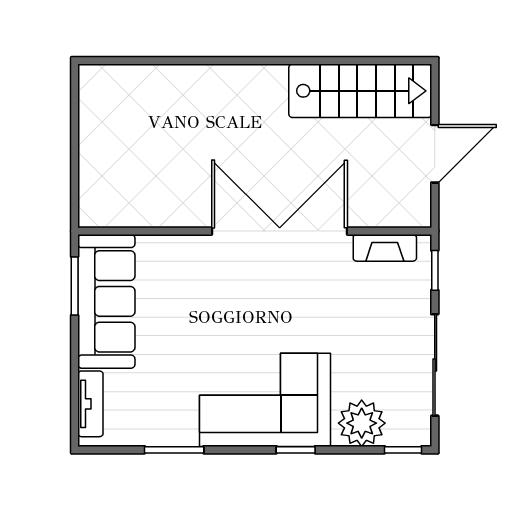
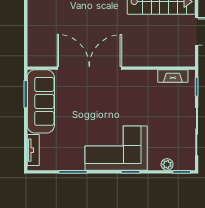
double door: (280, 231) -> (89, 68), moved
plant: (362, 423) -> (167, 164), width x0.53, depth x0.53

